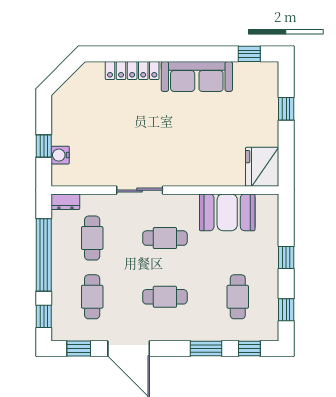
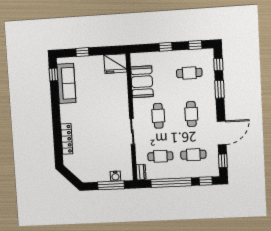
sofa: (197, 76) -> (66, 83), moved
window: (44, 146) -> (111, 185), width x2.17

